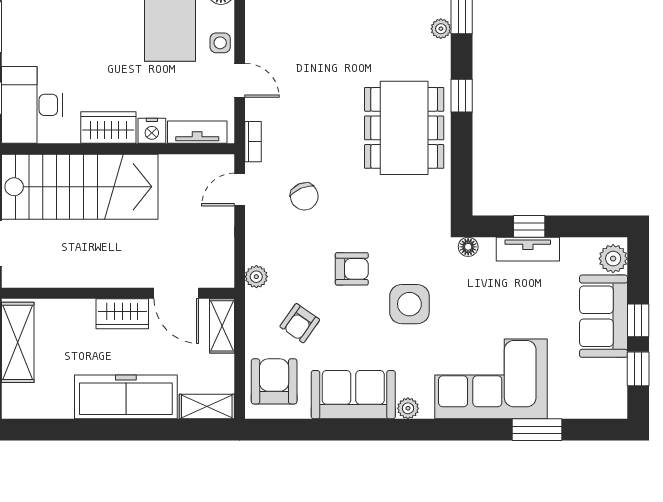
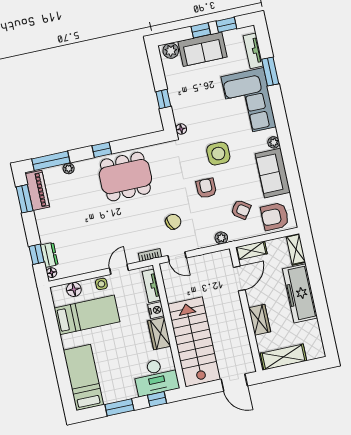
tv unit: (528, 249) -> (253, 51), moved, turned 180
wardrobe: (122, 314) -> (260, 320), moved

